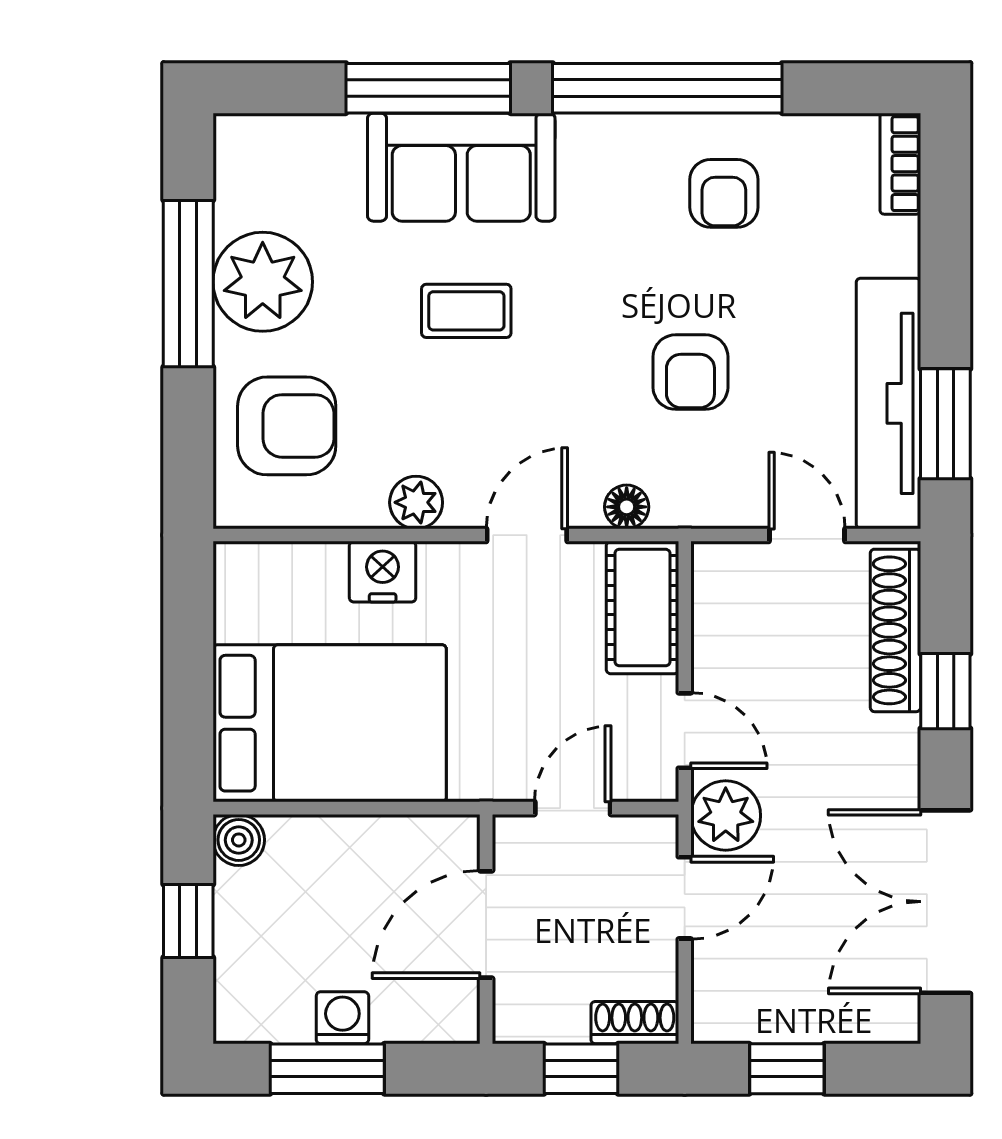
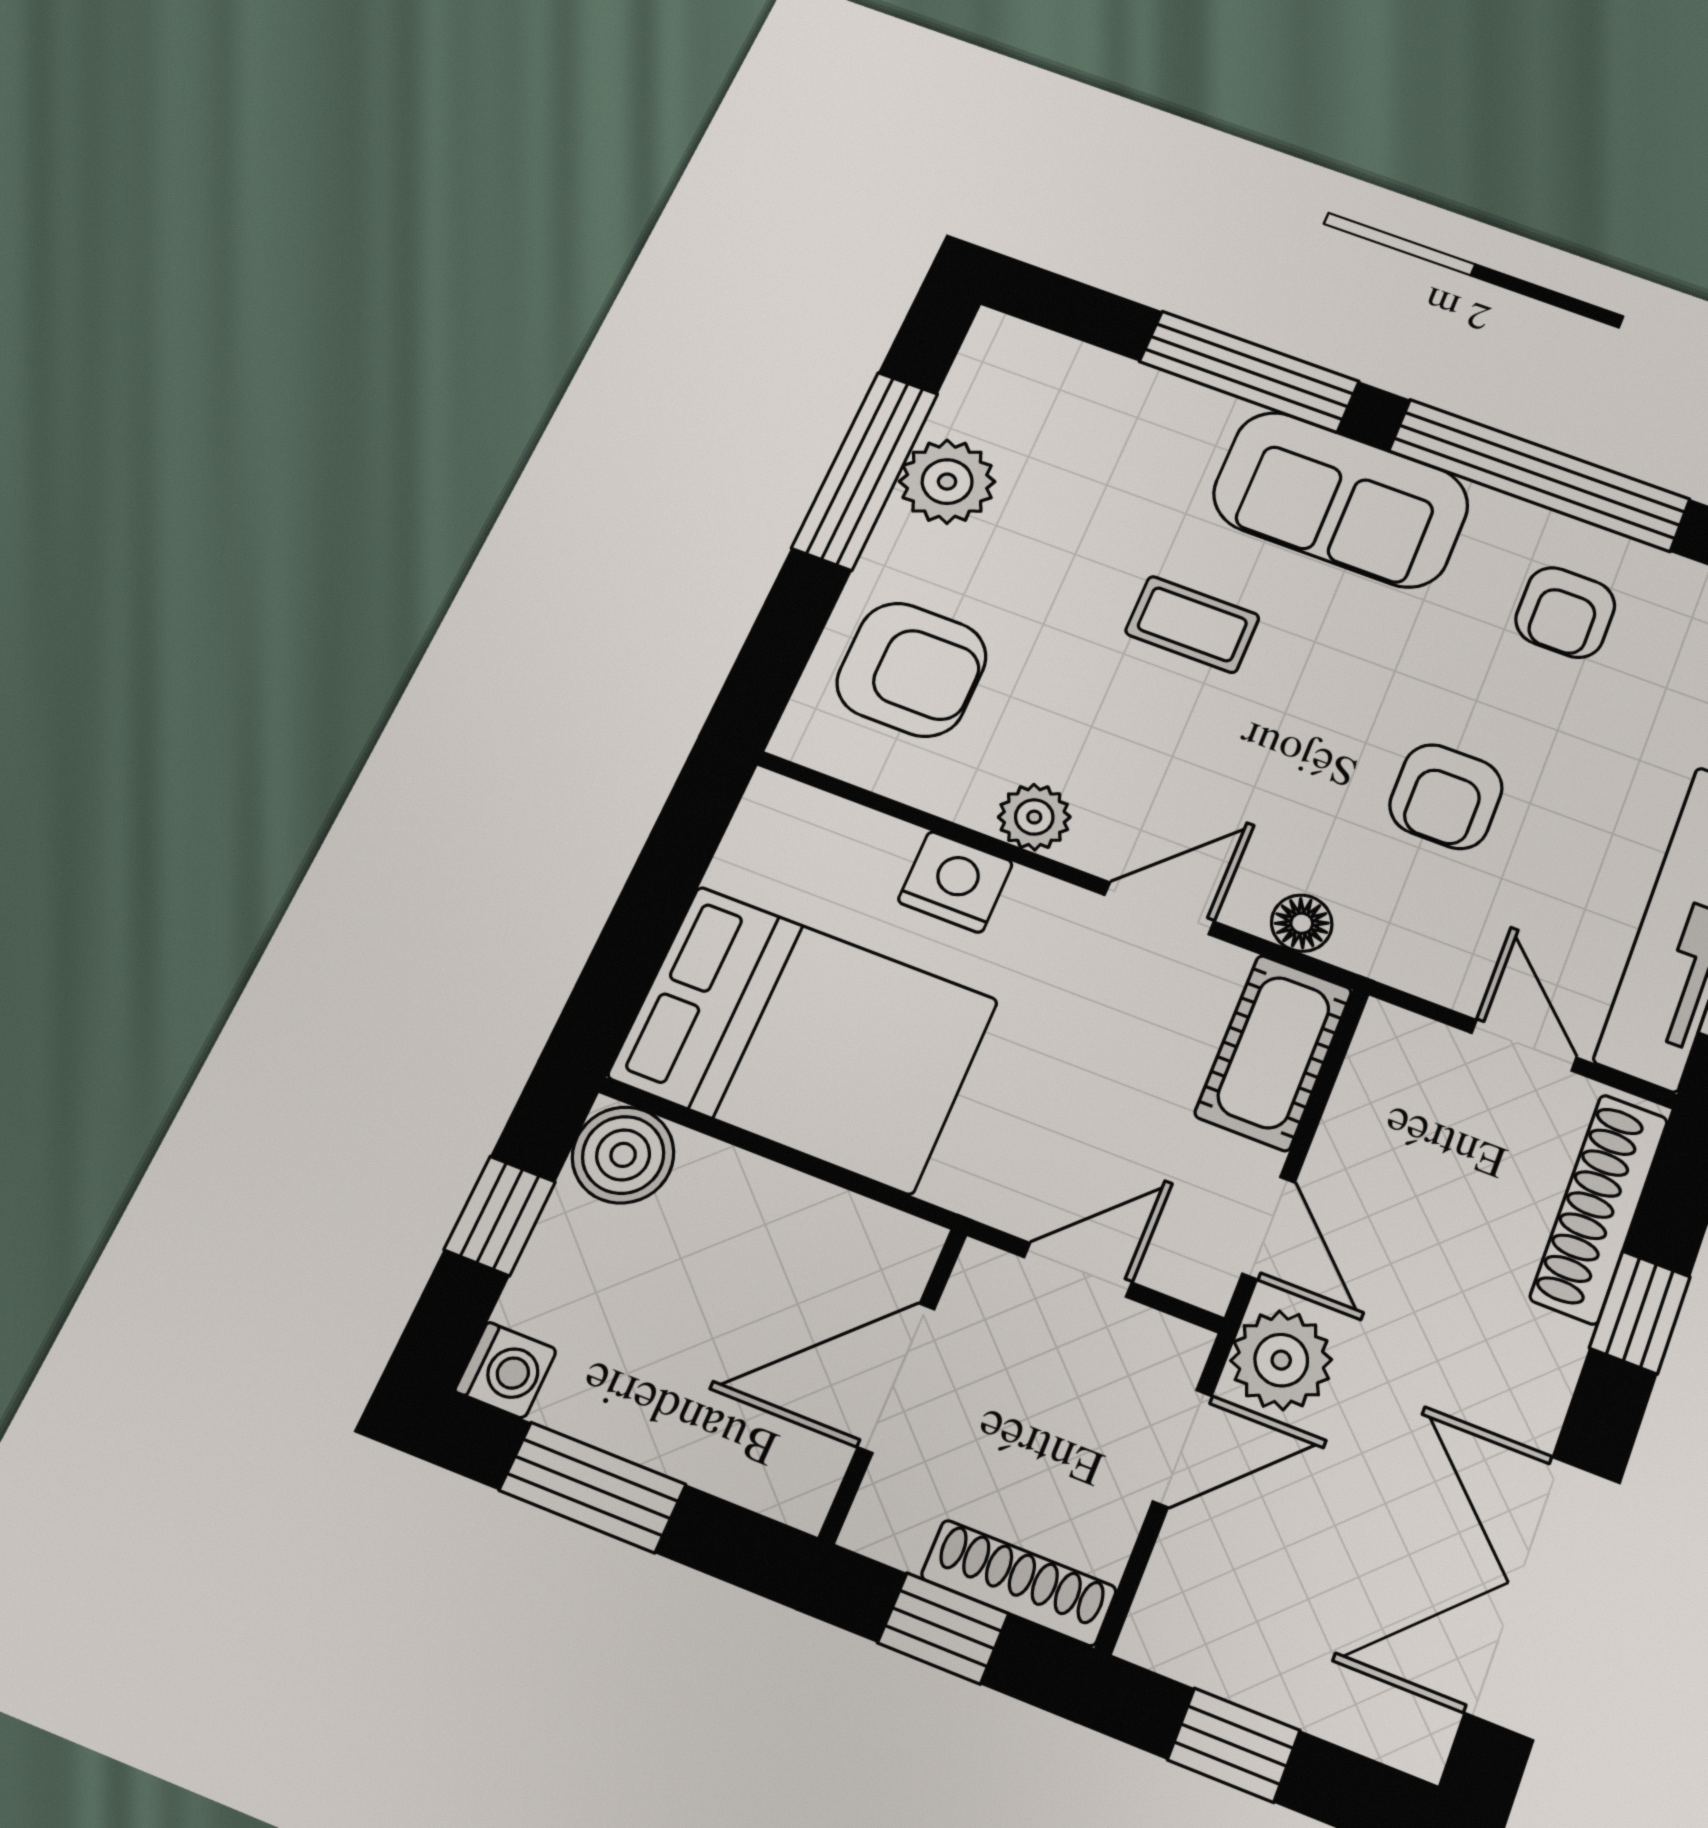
sofa: (461, 167) -> (1341, 499), moved
plant: (263, 282) -> (947, 482), width x0.73, depth x0.73
boiler: (239, 840) -> (623, 1155), width x1.36, depth x1.36
washing machine: (342, 1018) -> (506, 1370), moved, turned 90
shoe rack: (635, 1023) -> (1019, 1583), width x1.43

